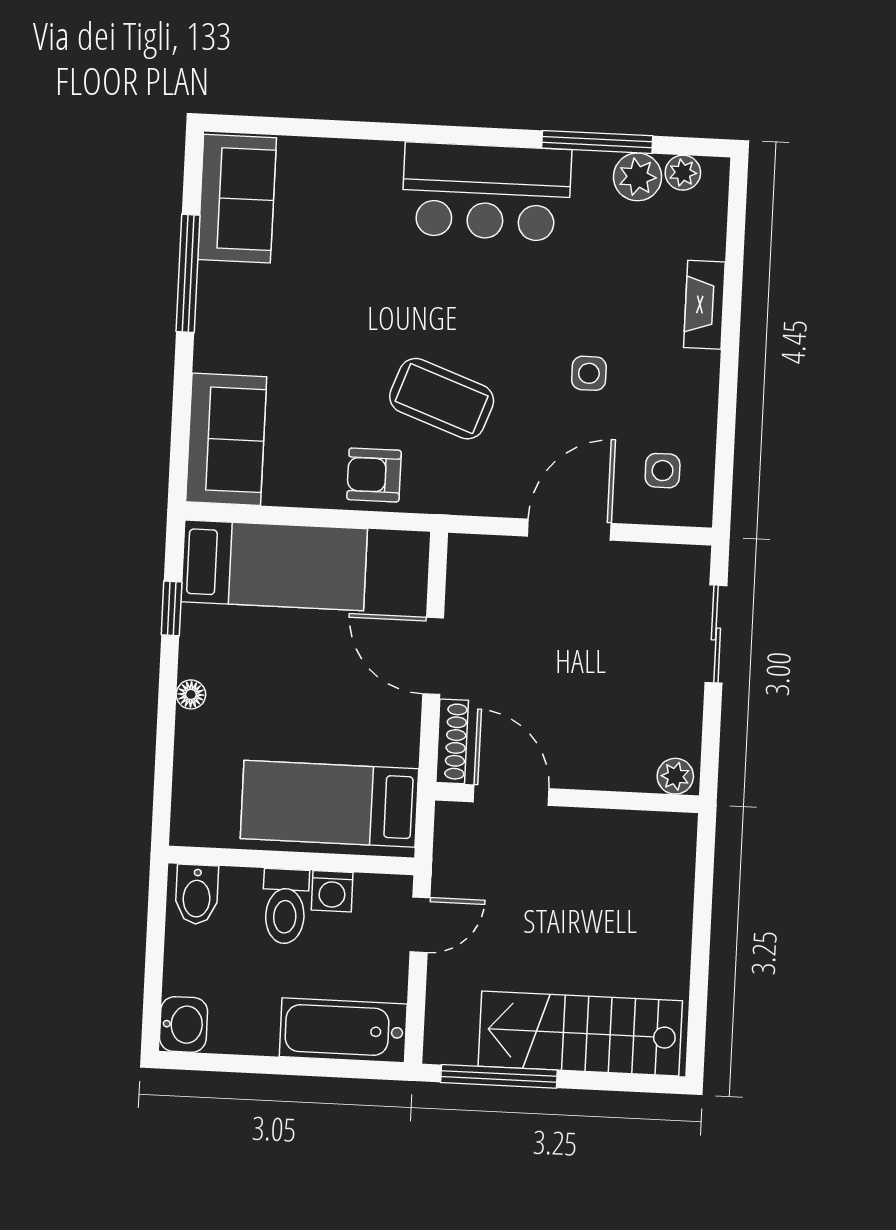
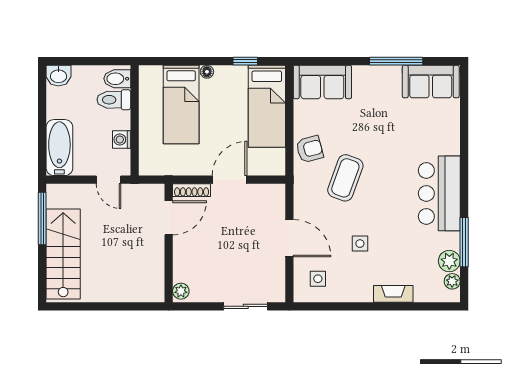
armchair: (374, 475) -> (310, 149), turned 75
bed: (329, 804) -> (181, 104), moved, turned 180
toilet: (285, 906) -> (114, 100), moved

